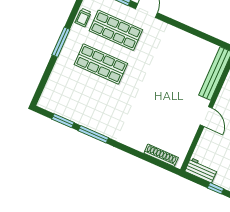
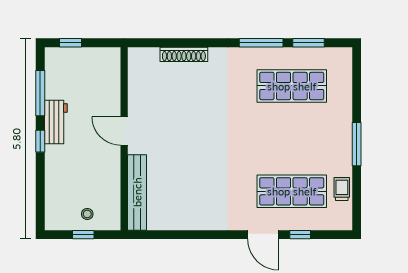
shop shelf: (101, 64) -> (292, 86), moved
shoe rack: (161, 155) -> (184, 54), moved
workbench: (201, 170) -> (100, 58), removed

